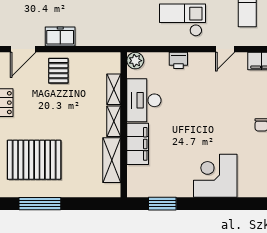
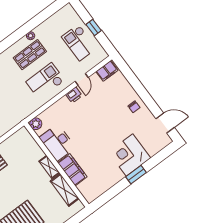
printer: (178, 60) -> (74, 95), moved
shelving: (114, 89) -> (36, 149), removed
window: (162, 204) -> (136, 175), moved

